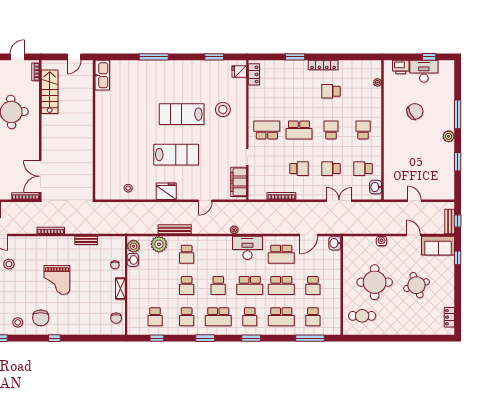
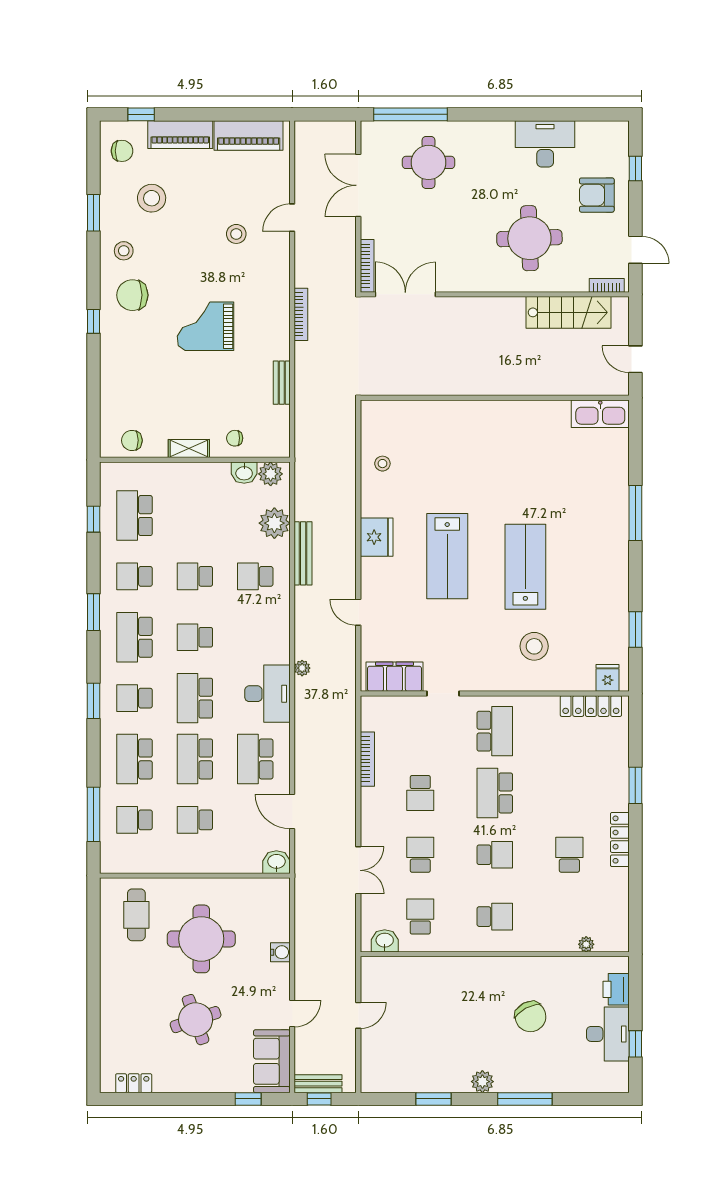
locker: (254, 74) -> (591, 706), width x1.53
school desk: (155, 317) -> (135, 516), width x1.85

